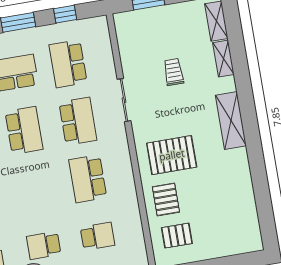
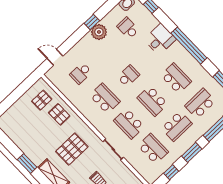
pallet: (172, 155) -> (72, 149), moved
window: (257, 162) -> (27, 163), added
school desk: (44, 245) -> (128, 76), moved

